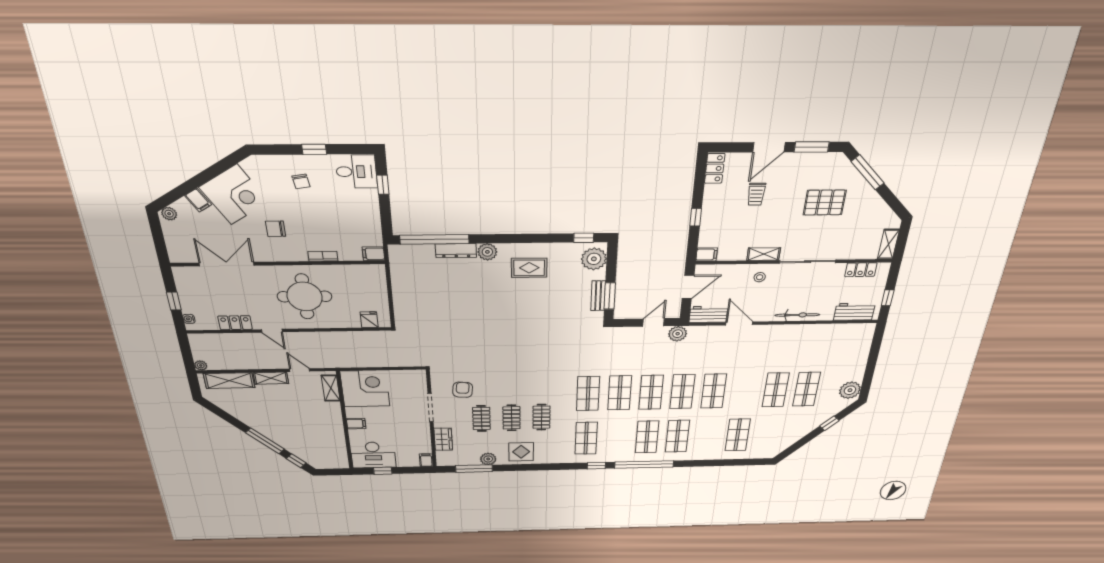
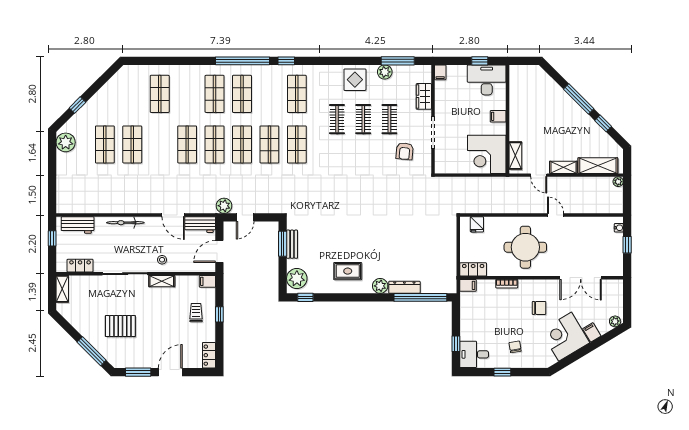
trolley: (756, 194) -> (196, 313), moved
locker: (235, 323) -> (473, 269), moved, turned 180
window: (296, 461) -> (603, 123), moved

